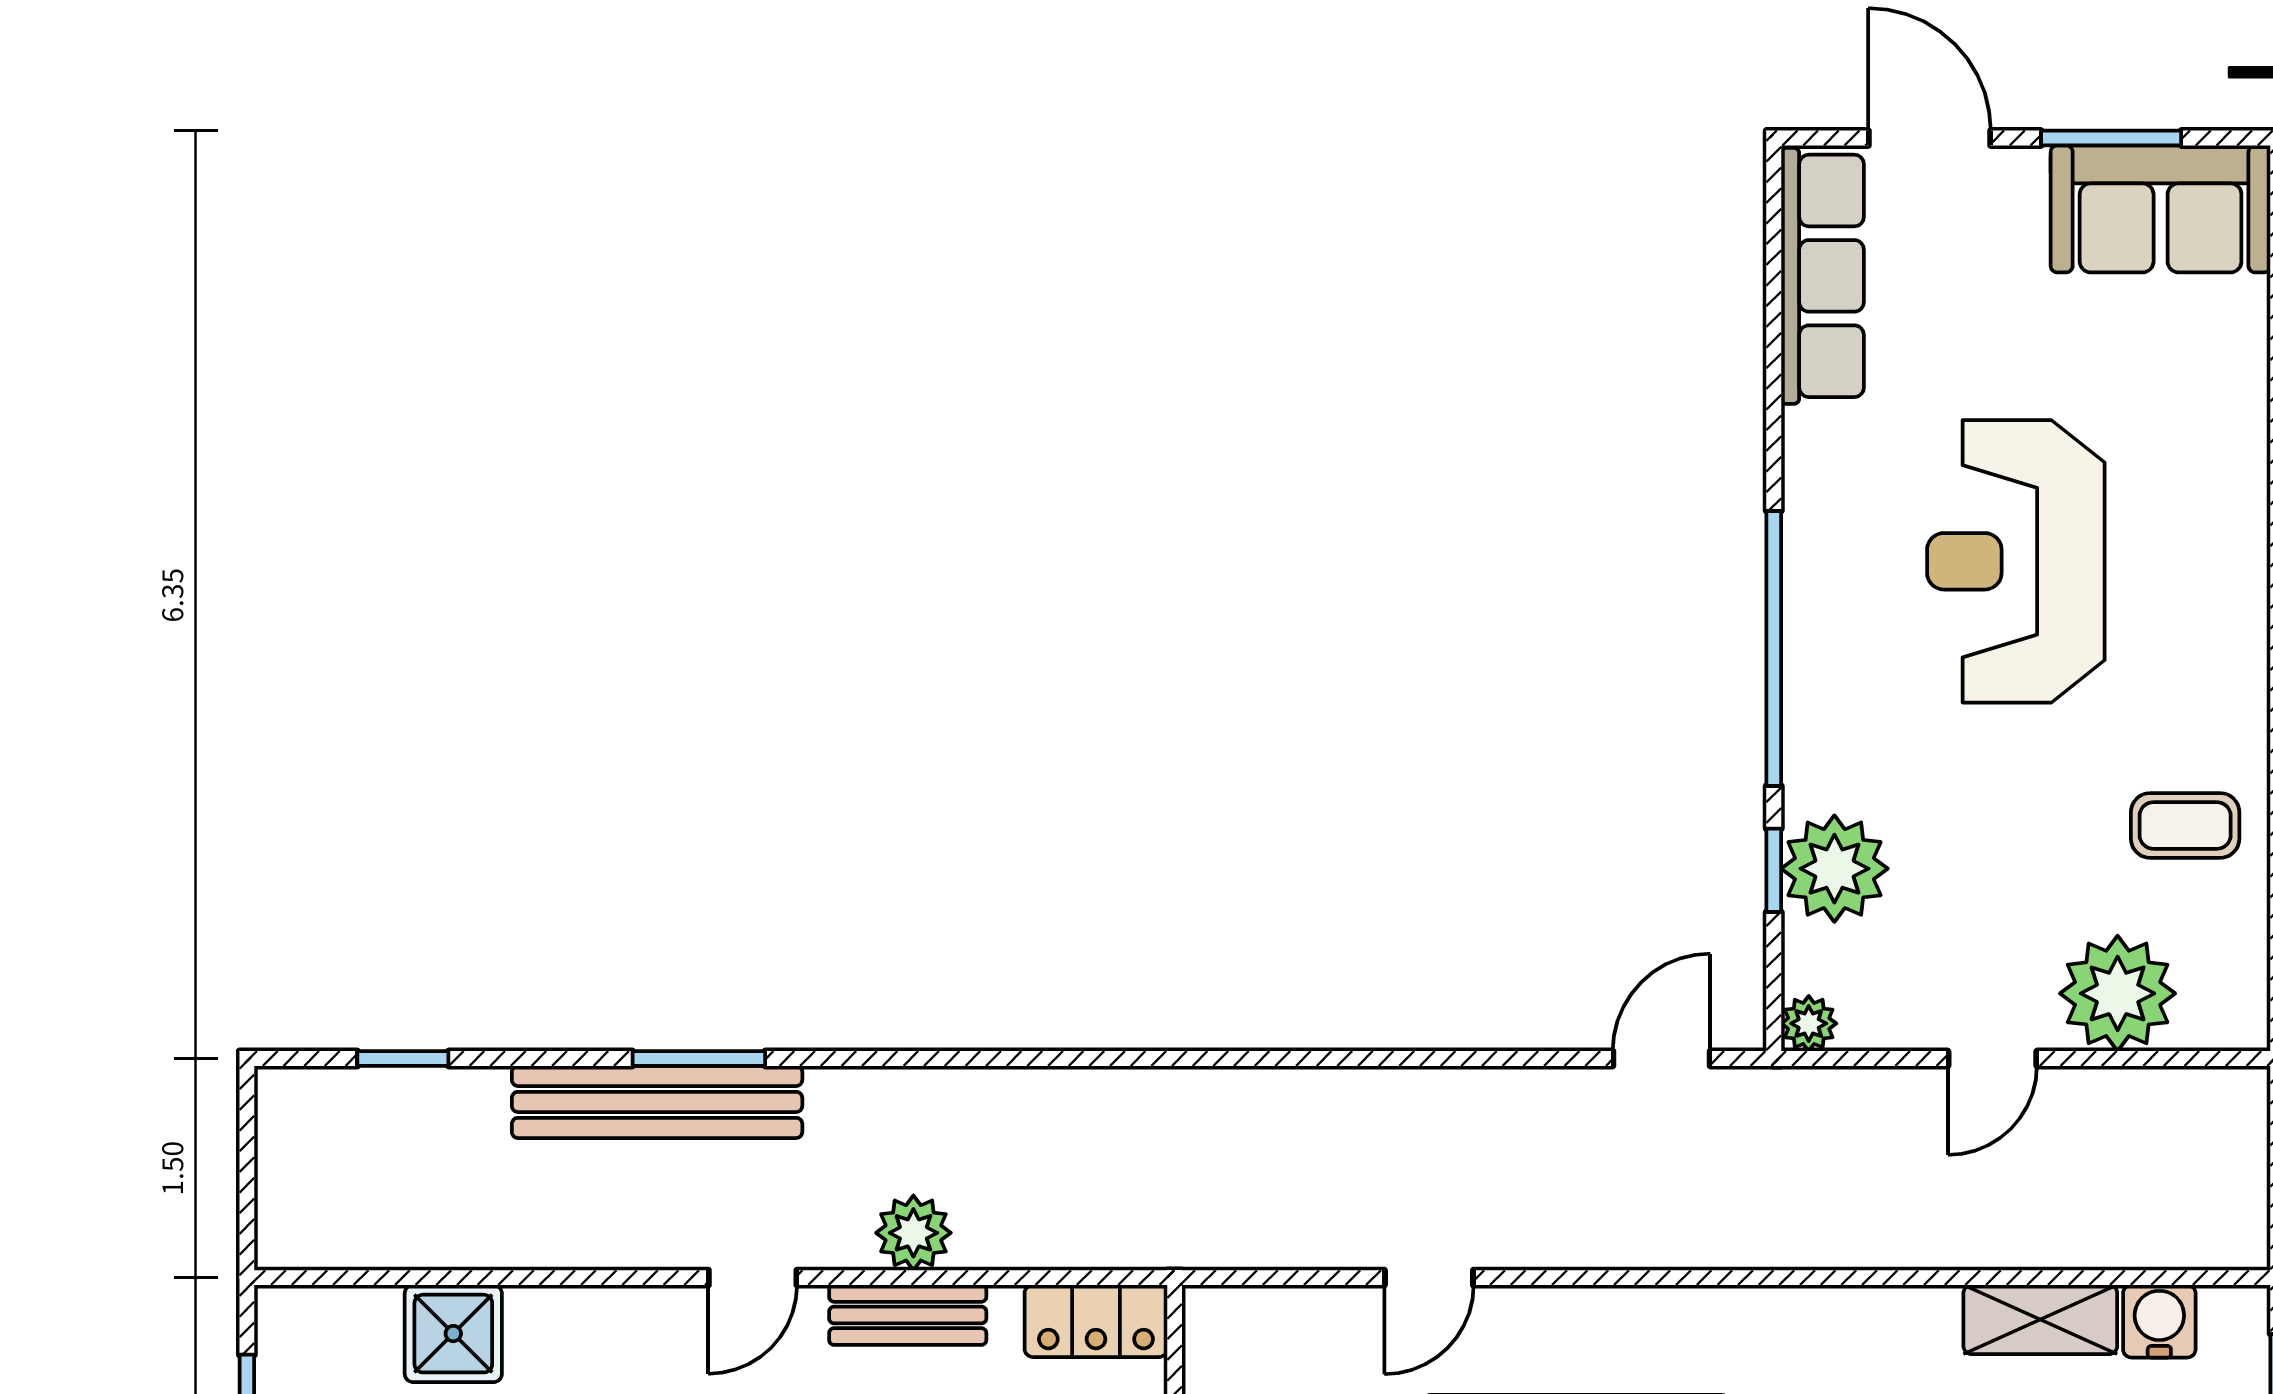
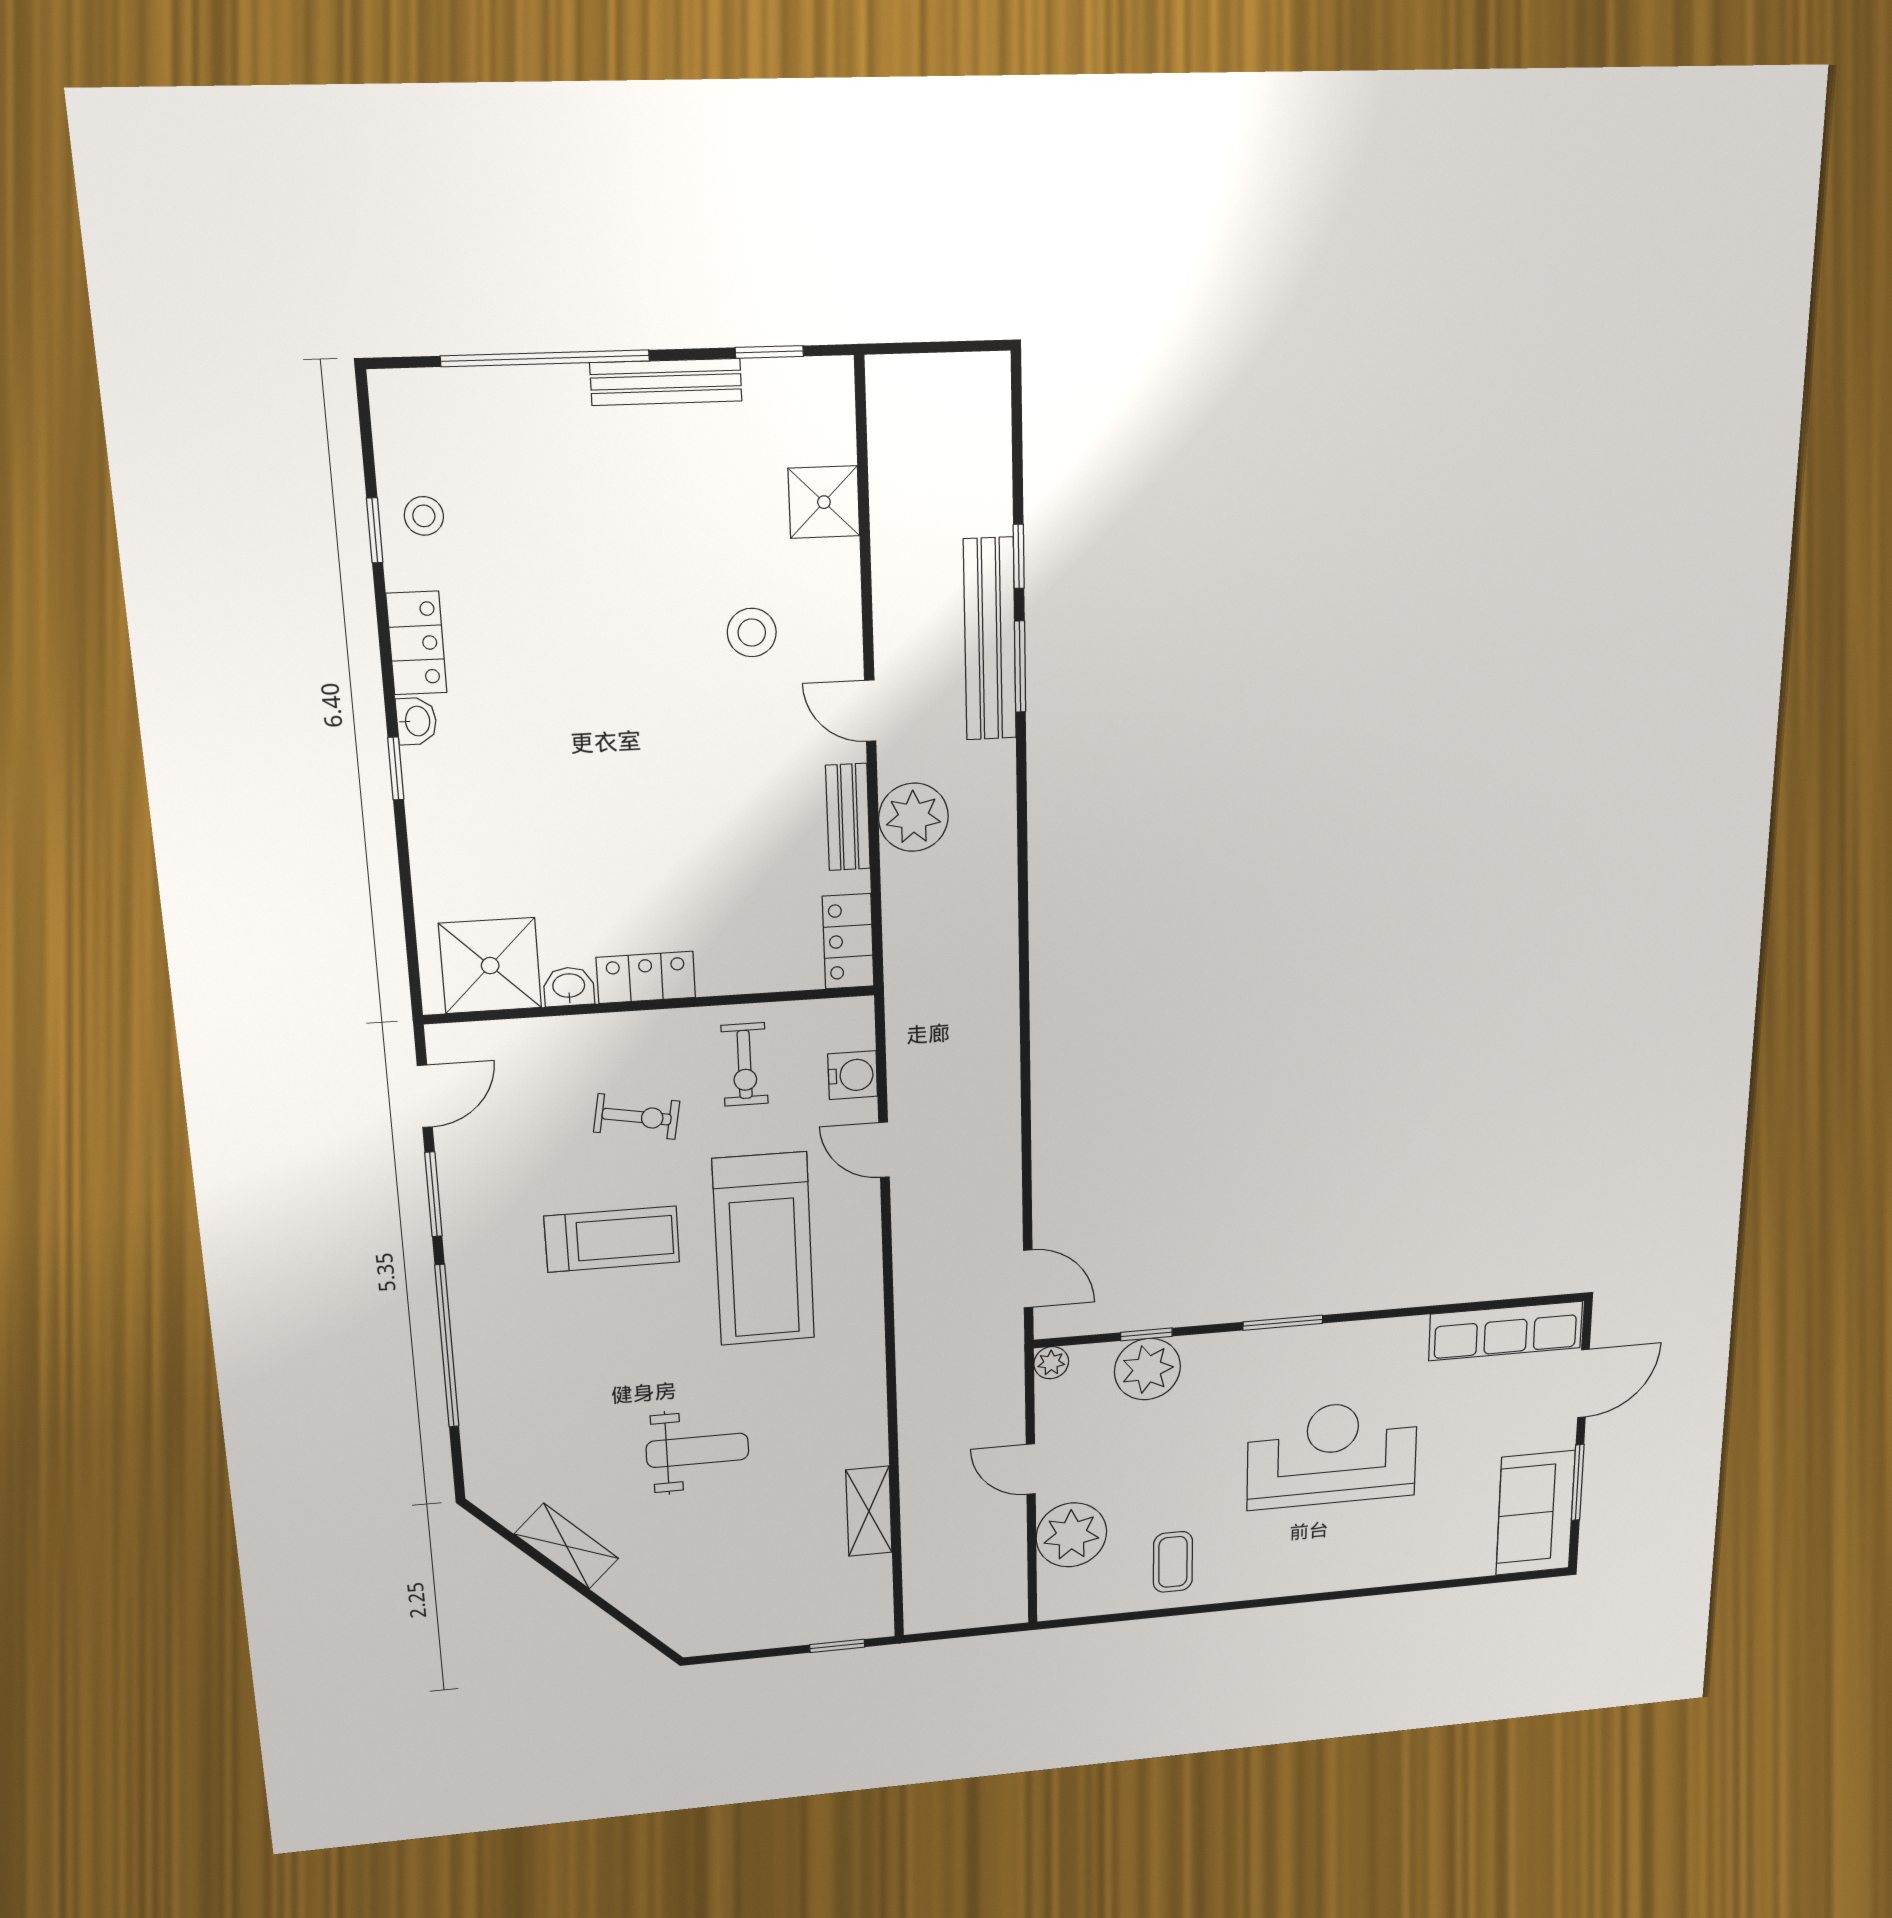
window: (1774, 648) -> (1283, 1323), width x0.47
window: (403, 1058) -> (1019, 556), moved
plant: (913, 1233) -> (913, 817), width x1.36, depth x1.36
water cooler: (2159, 1321) -> (853, 1075), moved

